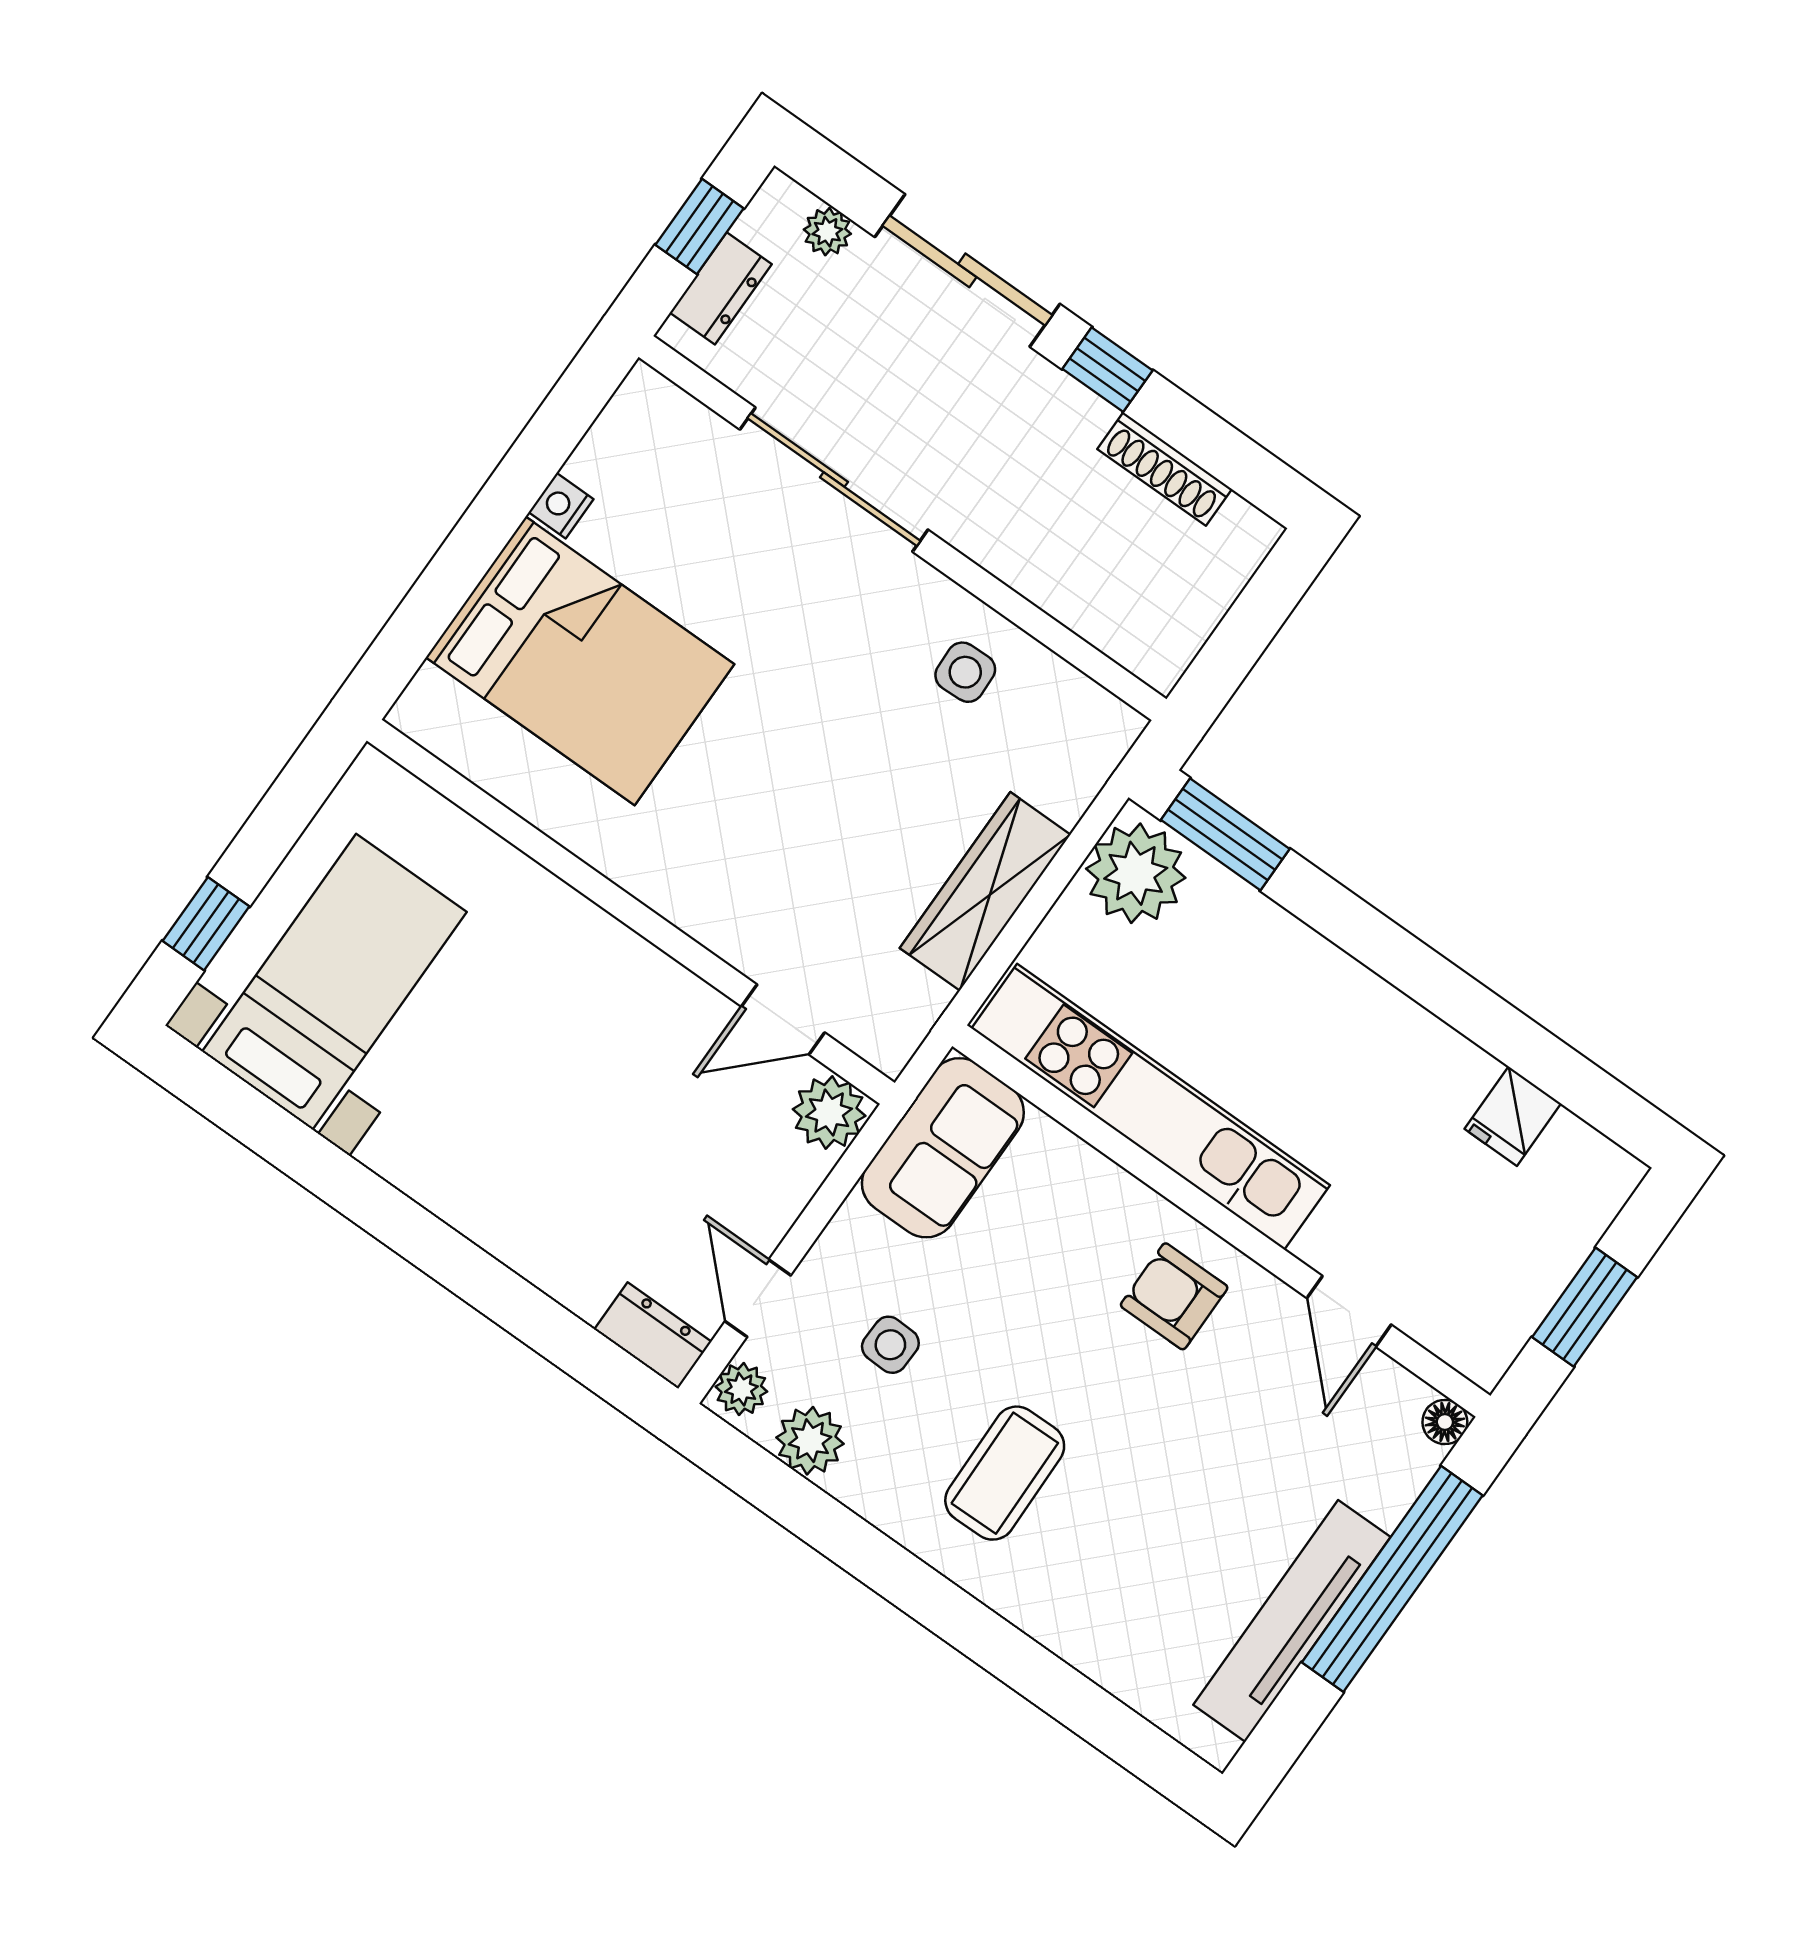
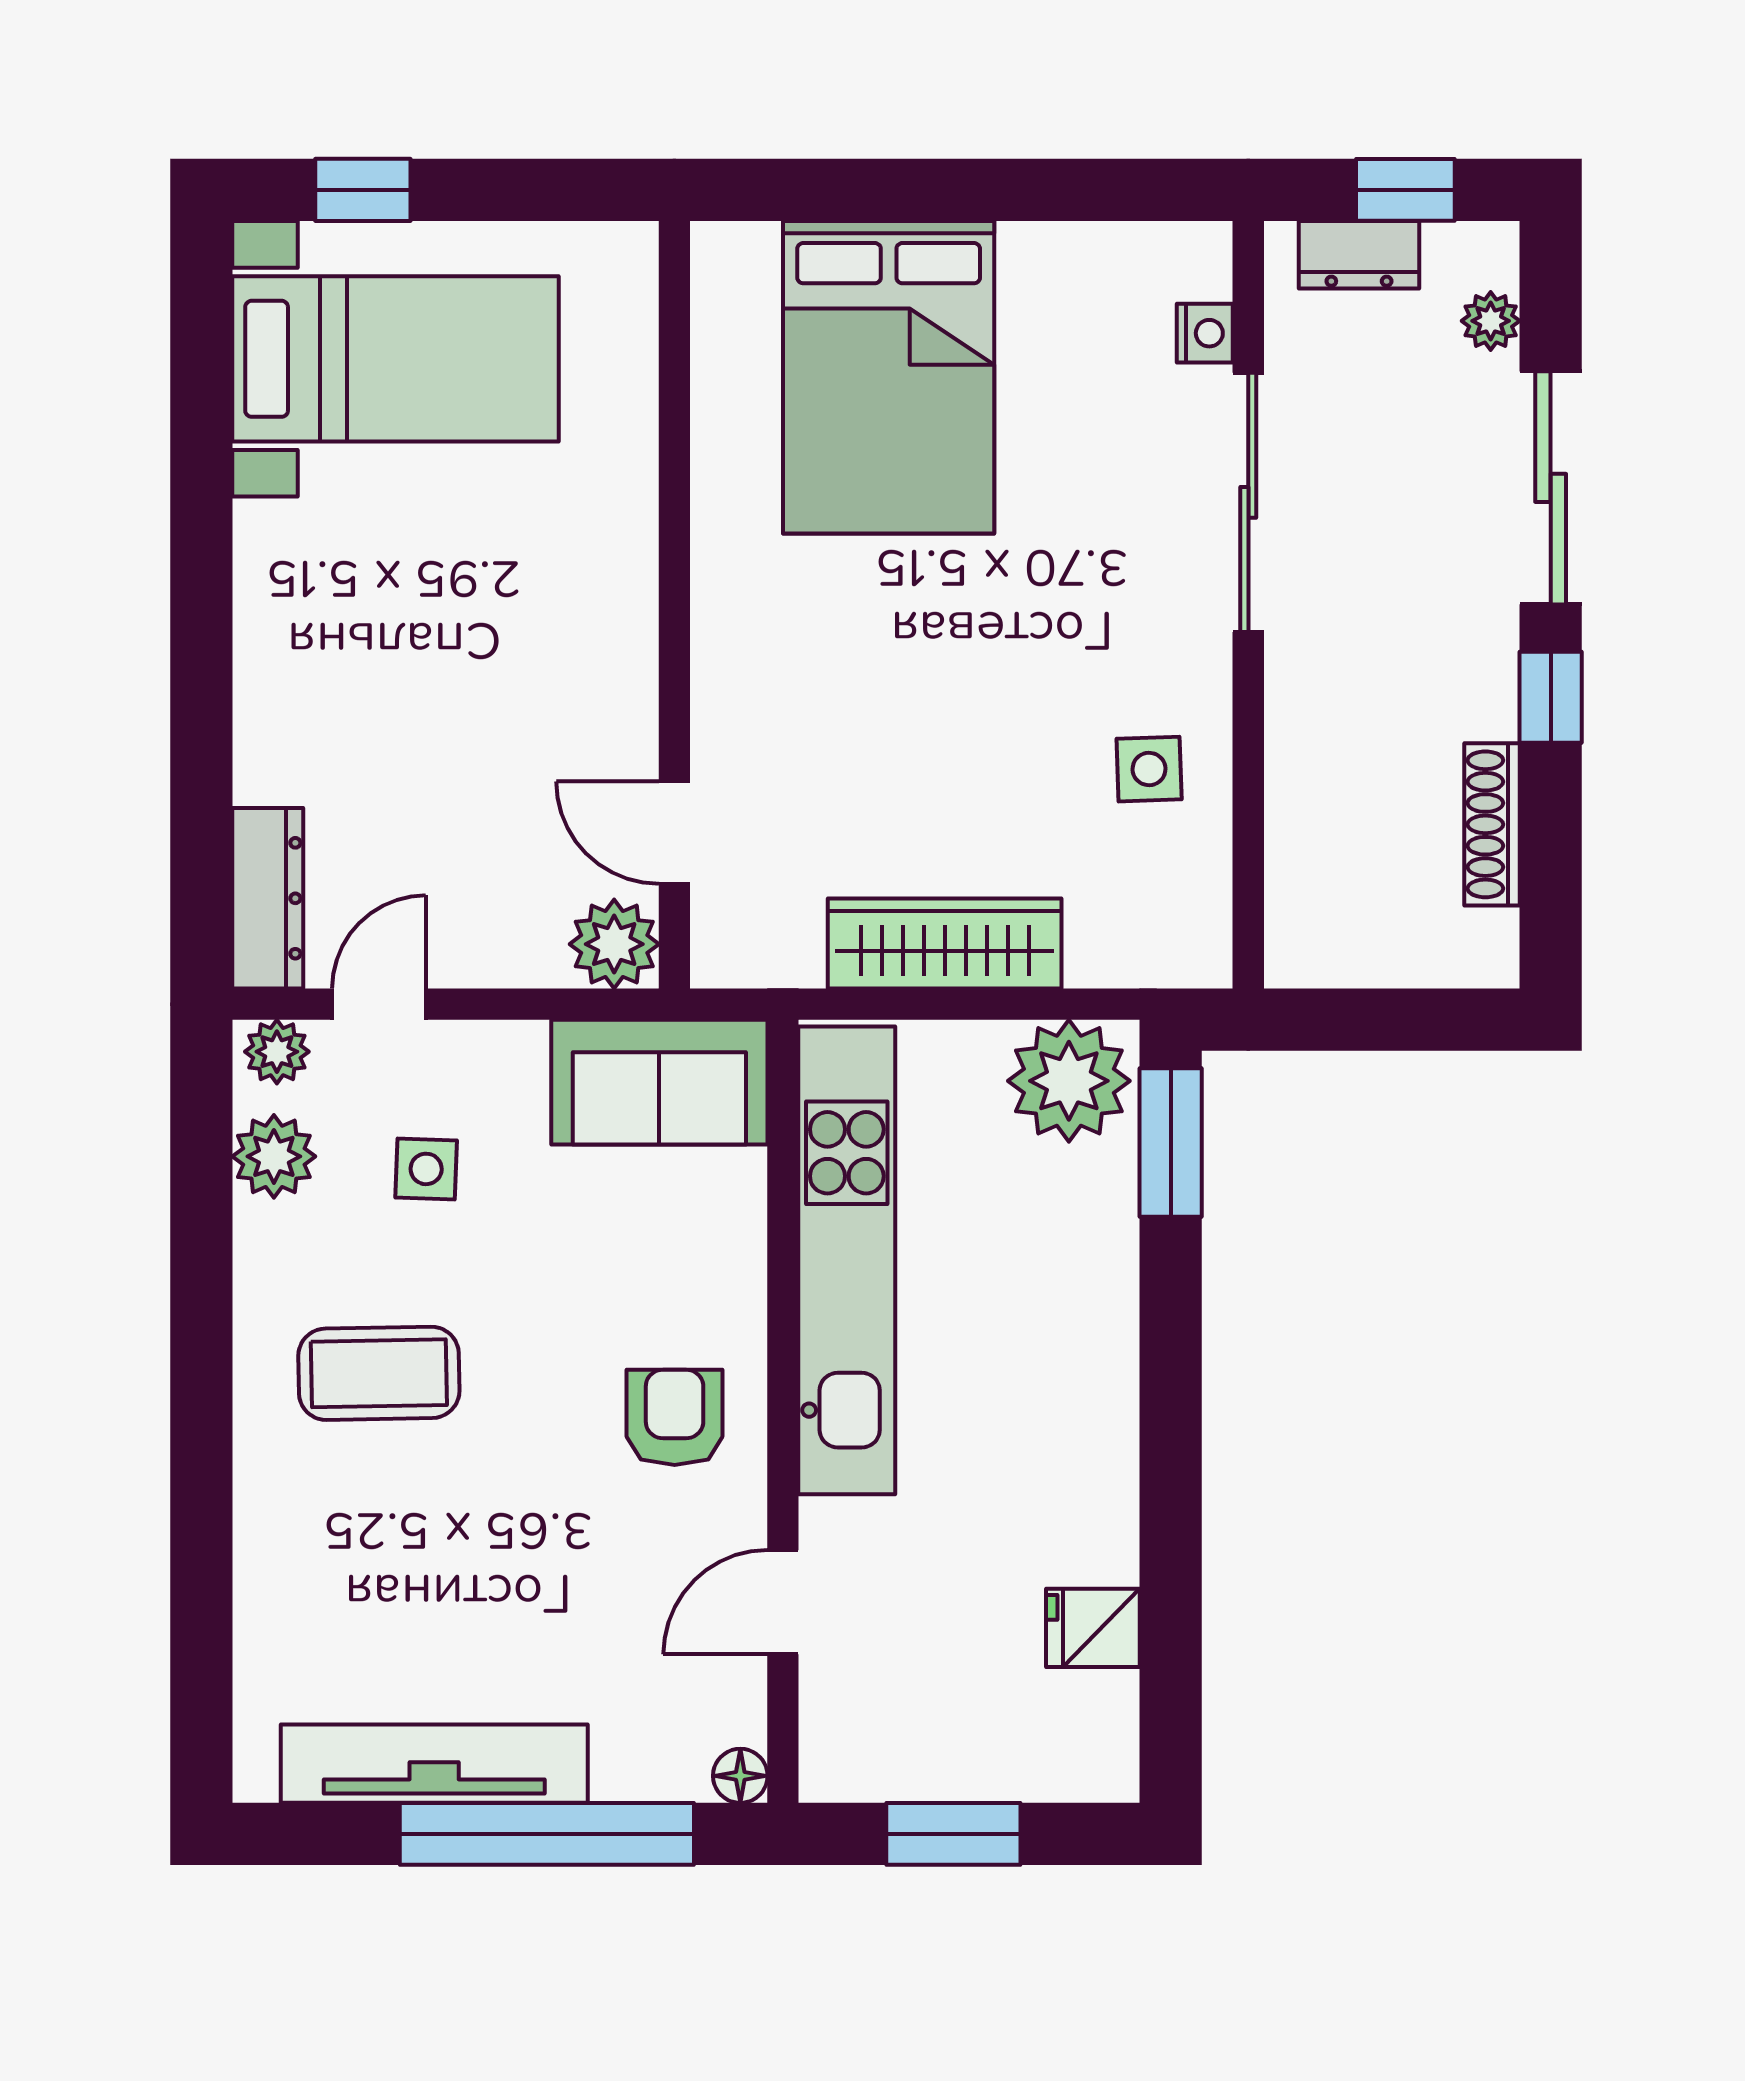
nightstand: (561, 506) -> (1205, 333), moved, turned 90
dresser: (653, 1336) -> (268, 898), width x1.44

